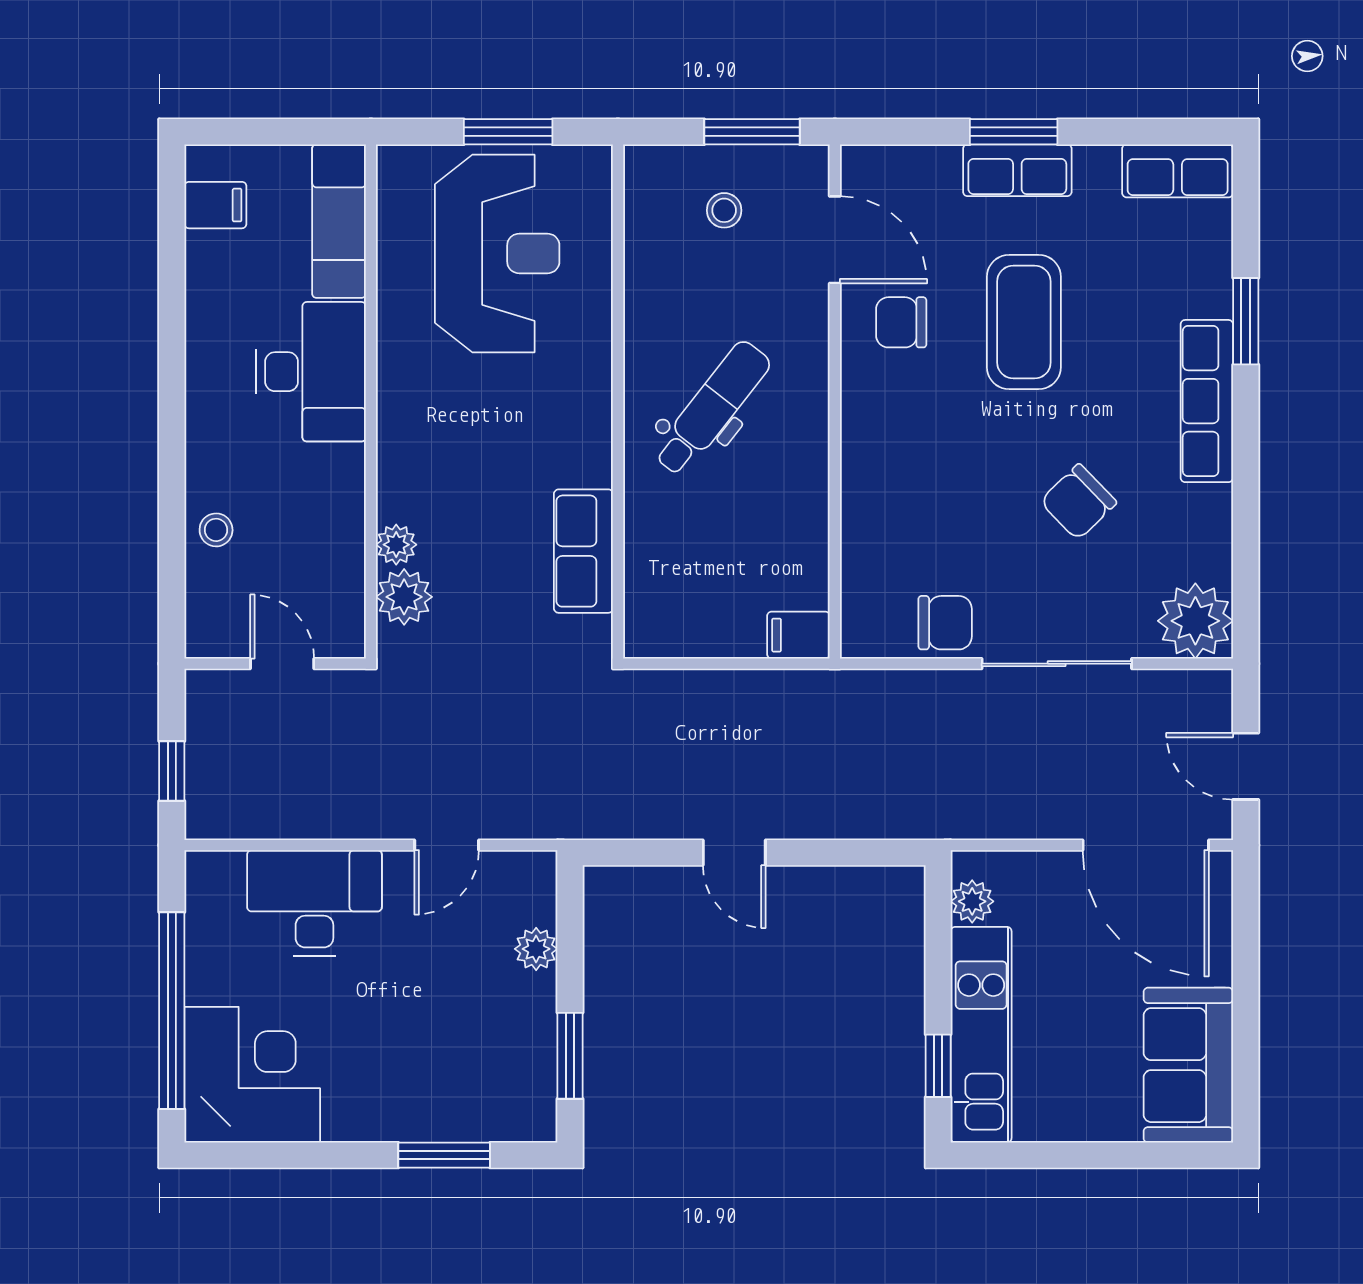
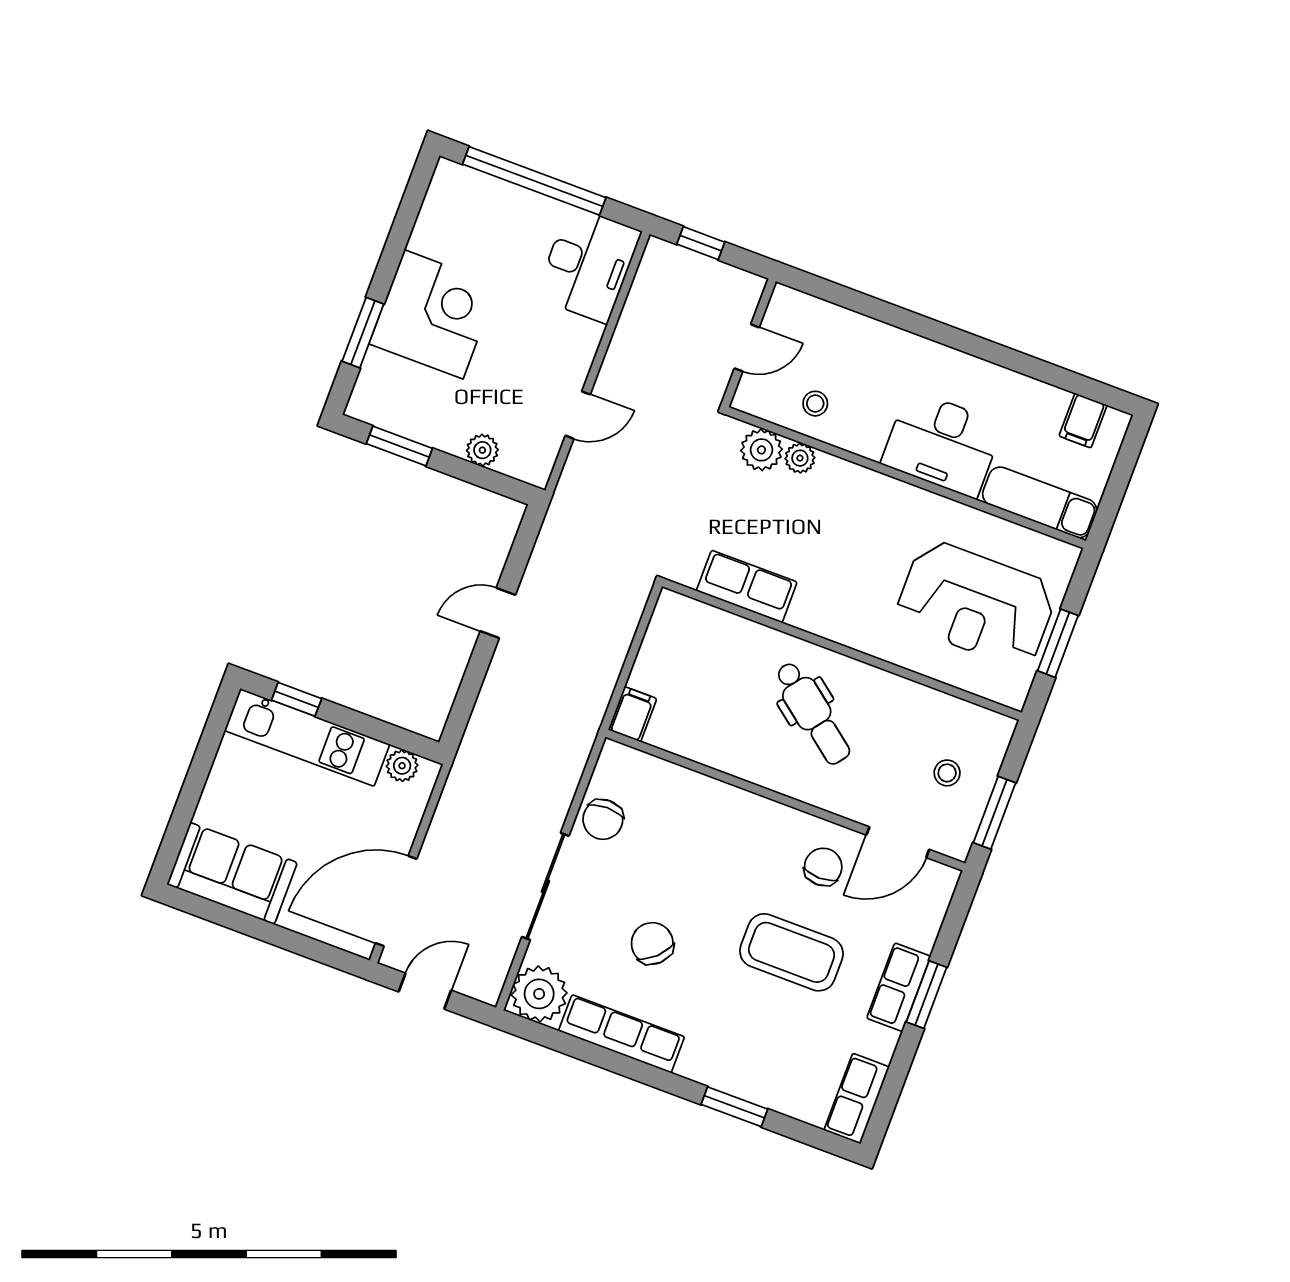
row of seats: (1207, 401) -> (622, 1034), moved
stool: (216, 530) -> (815, 404), moved
door: (447, 845) -> (578, 415), swing flipped
desk: (314, 903) -> (588, 264), moved
corner desk: (252, 1075) -> (434, 314), moved, turned -90

